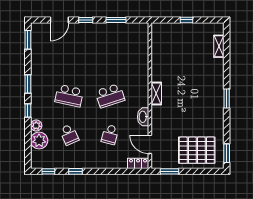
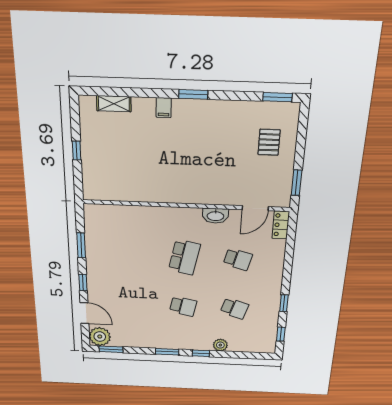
filing cabinet: (217, 79) -> (164, 108), added
shelving: (156, 93) -> (183, 197), removed
school desk: (69, 96) -> (183, 306), width x0.54
school desk: (110, 96) -> (184, 257), turned 30
school desk: (69, 135) -> (234, 308), turned 42
plant: (39, 141) -> (100, 337), moved
pallet: (197, 150) -> (269, 142), width x0.49, depth x0.50

